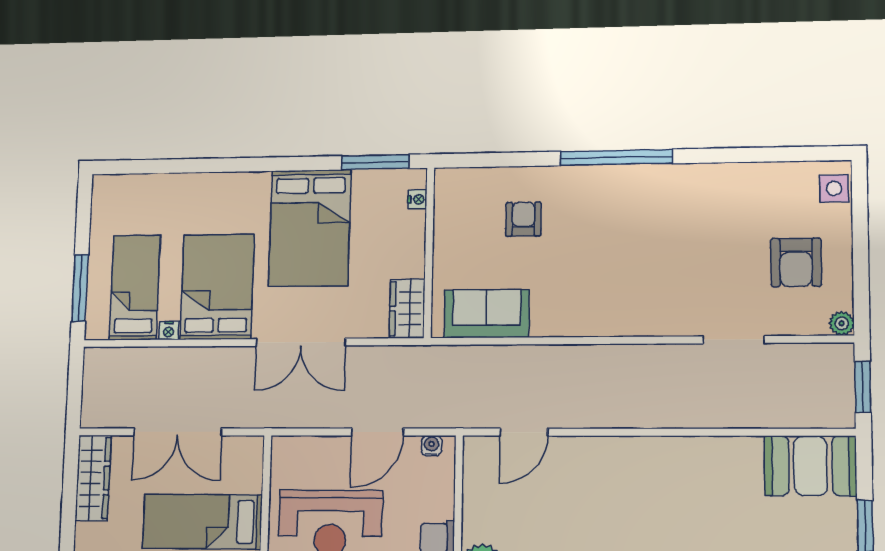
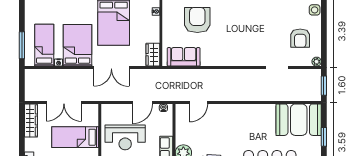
armchair: (523, 219) -> (197, 20), width x1.88, depth x1.88
booth: (811, 466) -> (299, 120), width x1.36, depth x1.42

